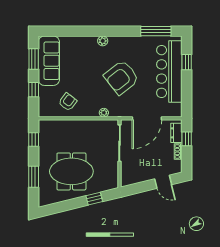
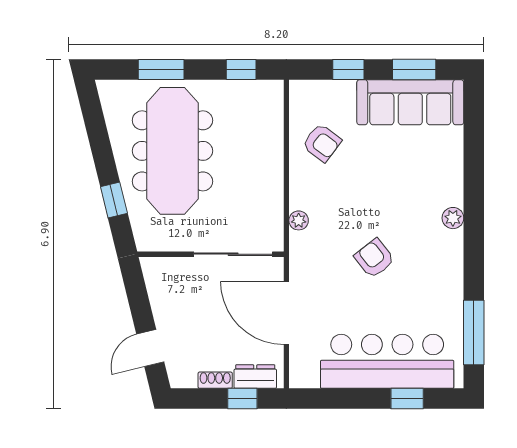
armchair: (121, 77) -> (374, 258), width x0.53, depth x0.53
meeting table: (71, 171) -> (172, 151), width x1.36

